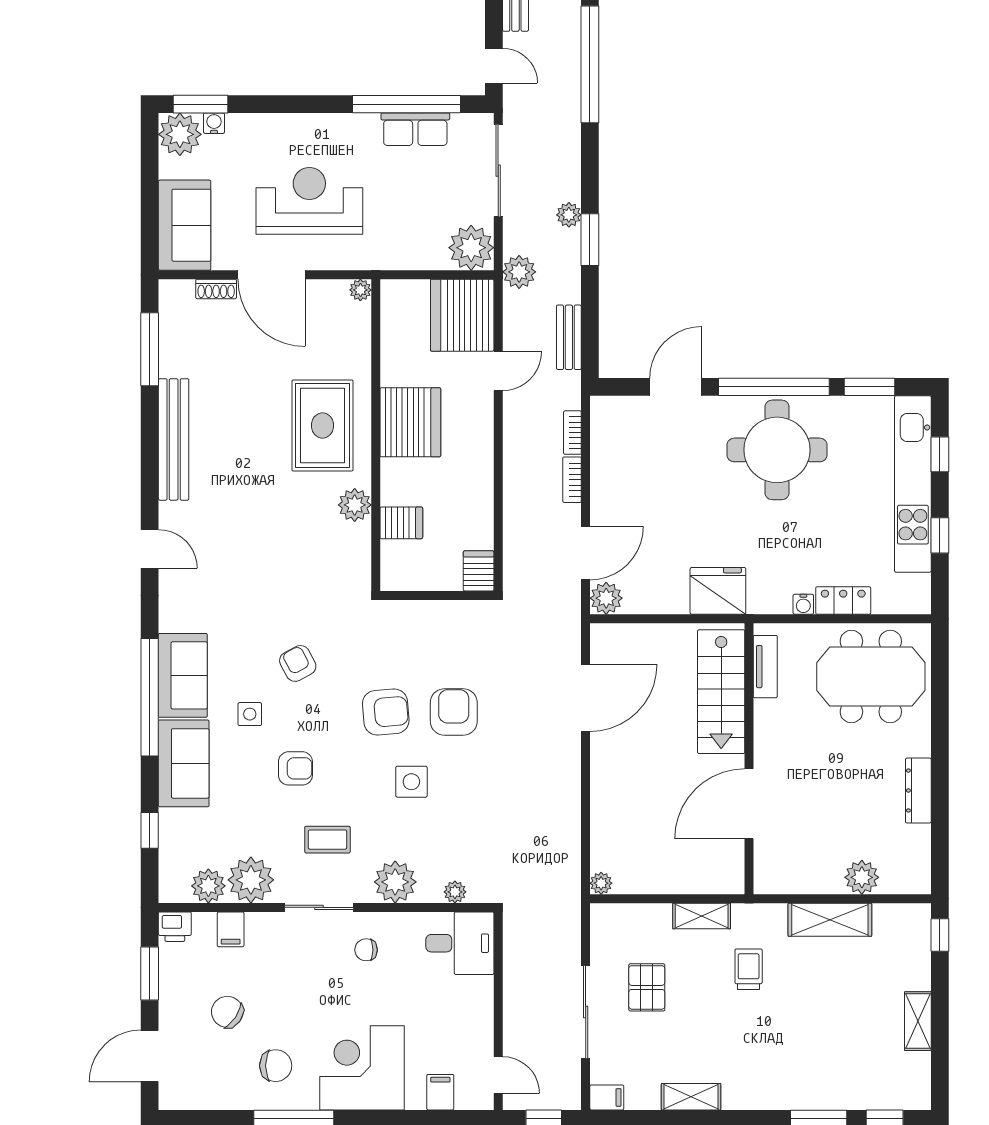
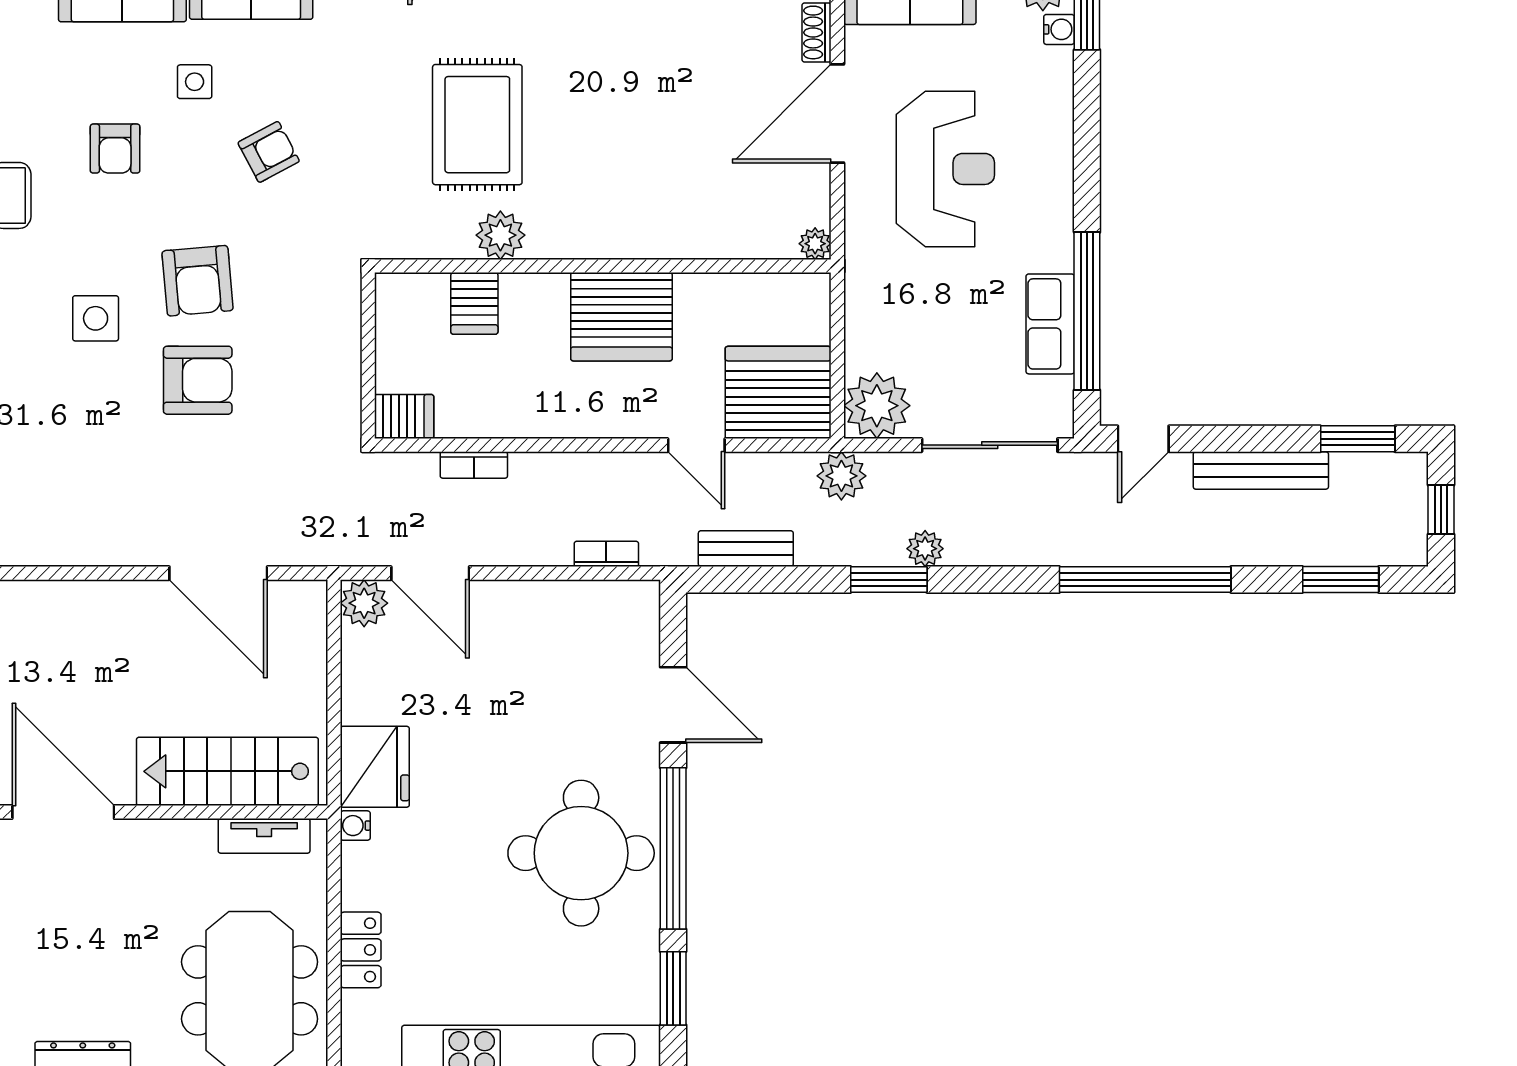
rug: (322, 425) -> (477, 125), moved, turned 90
bookcase: (572, 480) -> (474, 465), moved, turned 180
water cooler: (803, 604) -> (355, 826), moved

